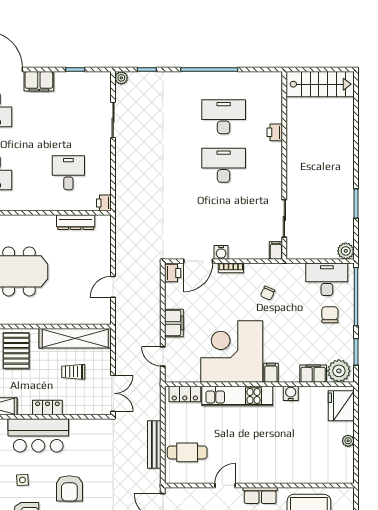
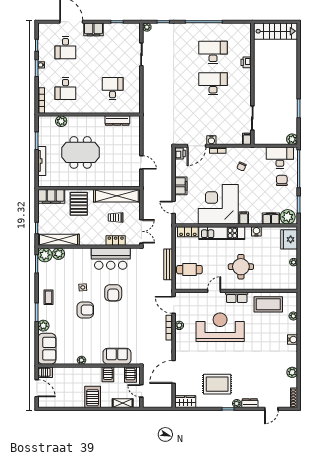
printer: (104, 203) -> (136, 108), removed
door: (113, 287) -> (141, 162), swing flipped
locker: (47, 408) -> (116, 241), moved
bar counter: (38, 435) -> (111, 259), moved
round table: (267, 448) -> (241, 267), added

